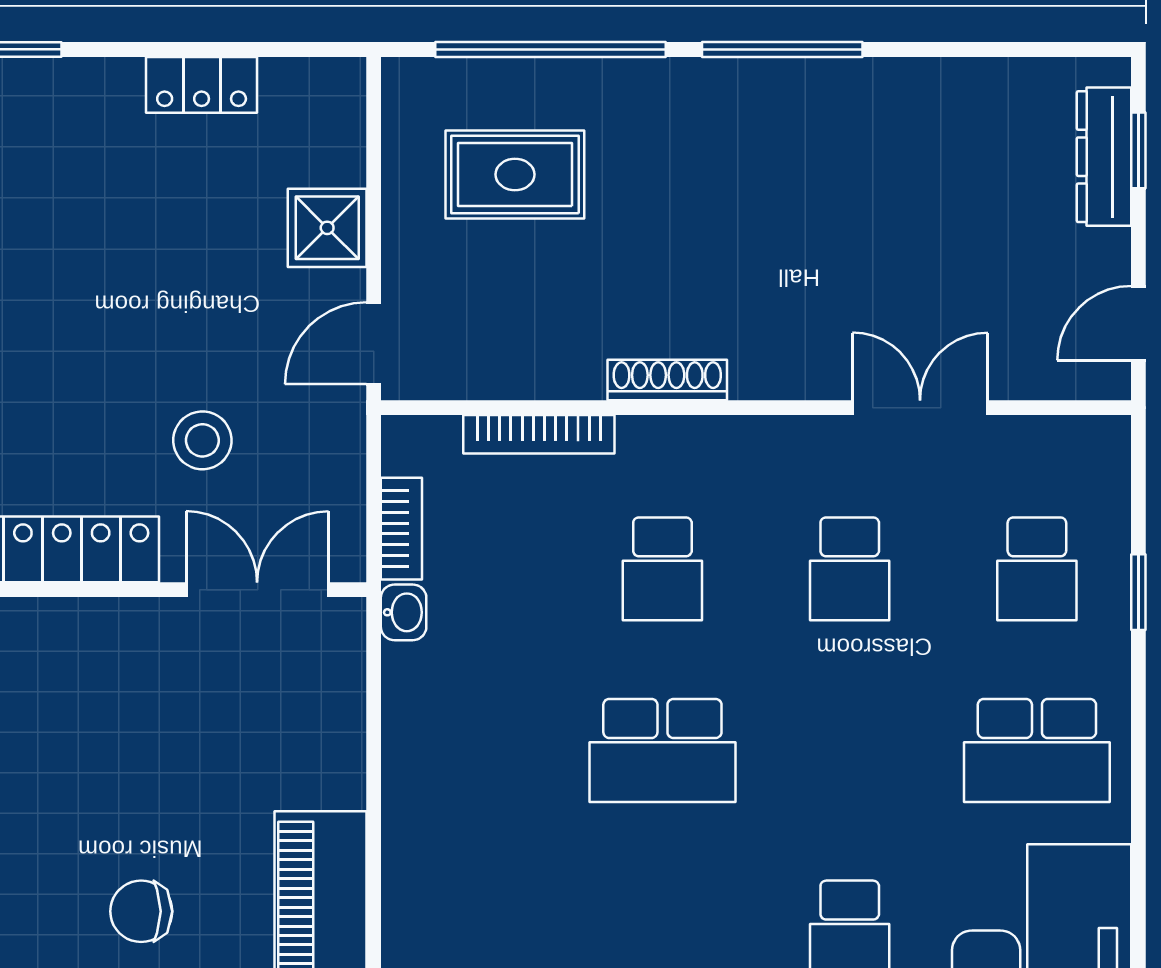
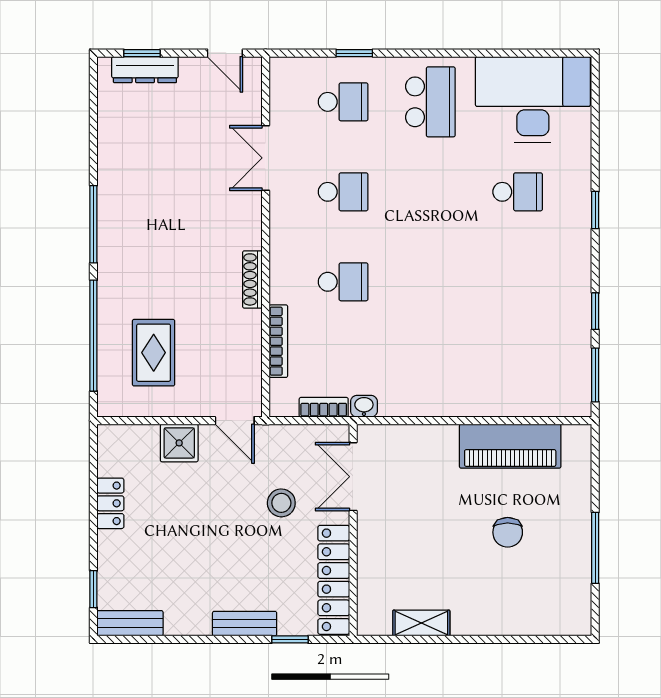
school desk: (662, 750) -> (430, 282), removed

